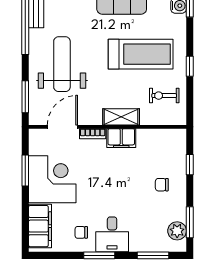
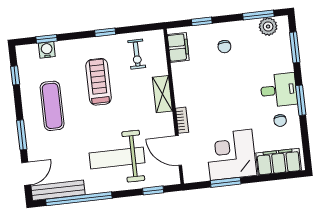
treadmill: (141, 54) -> (99, 82), width x0.73, depth x0.73
window: (25, 97) -> (153, 190), width x0.67
filing cabinet: (121, 138) -> (178, 47), moved

